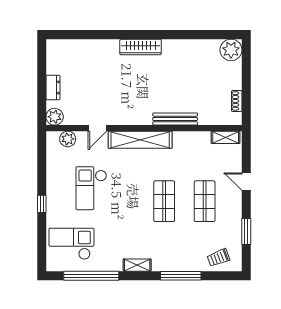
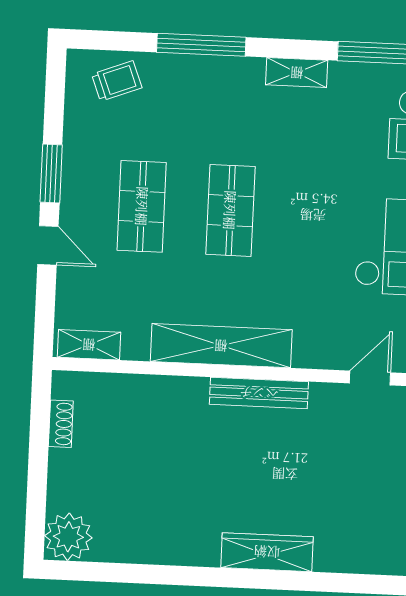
bench: (175, 119) -> (259, 393), moved
shelving: (140, 140) -> (221, 346), moved
window: (246, 231) -> (51, 174), moved

